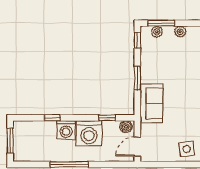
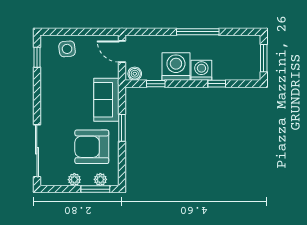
window: (137, 40) -> (122, 170), removed
armchair: (164, 61) -> (92, 147), added
door: (137, 147) -> (122, 52), swing flipped

